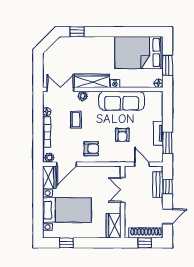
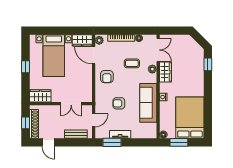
wardrobe: (92, 81) -> (165, 72), width x0.67
window: (168, 187) -> (74, 142), removed
double door: (123, 190) -> (71, 104), swing flipped
window: (66, 243) -> (25, 67), moved

